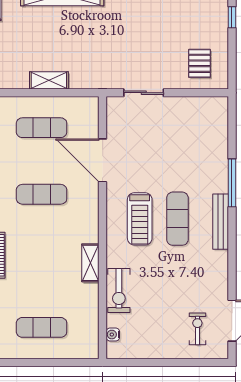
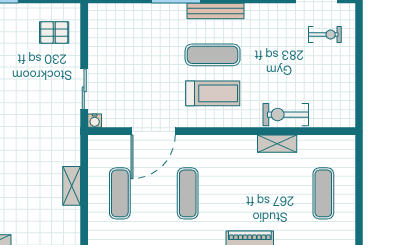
shelving: (90, 263) -> (277, 144), moved
exercise bike: (119, 290) -> (286, 115), turned 180
exercise bike: (197, 329) -> (325, 35), turned 180
water cooler: (113, 335) -> (95, 121), moved

